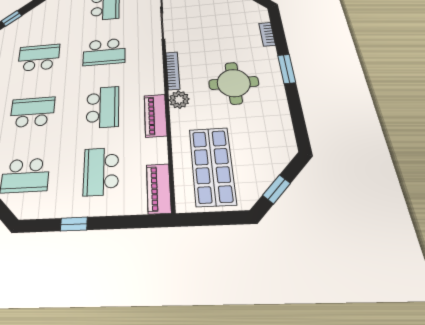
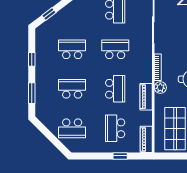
school desk: (104, 52) -> (115, 49), turned 180
window: (74, 224) -> (120, 156), moved

